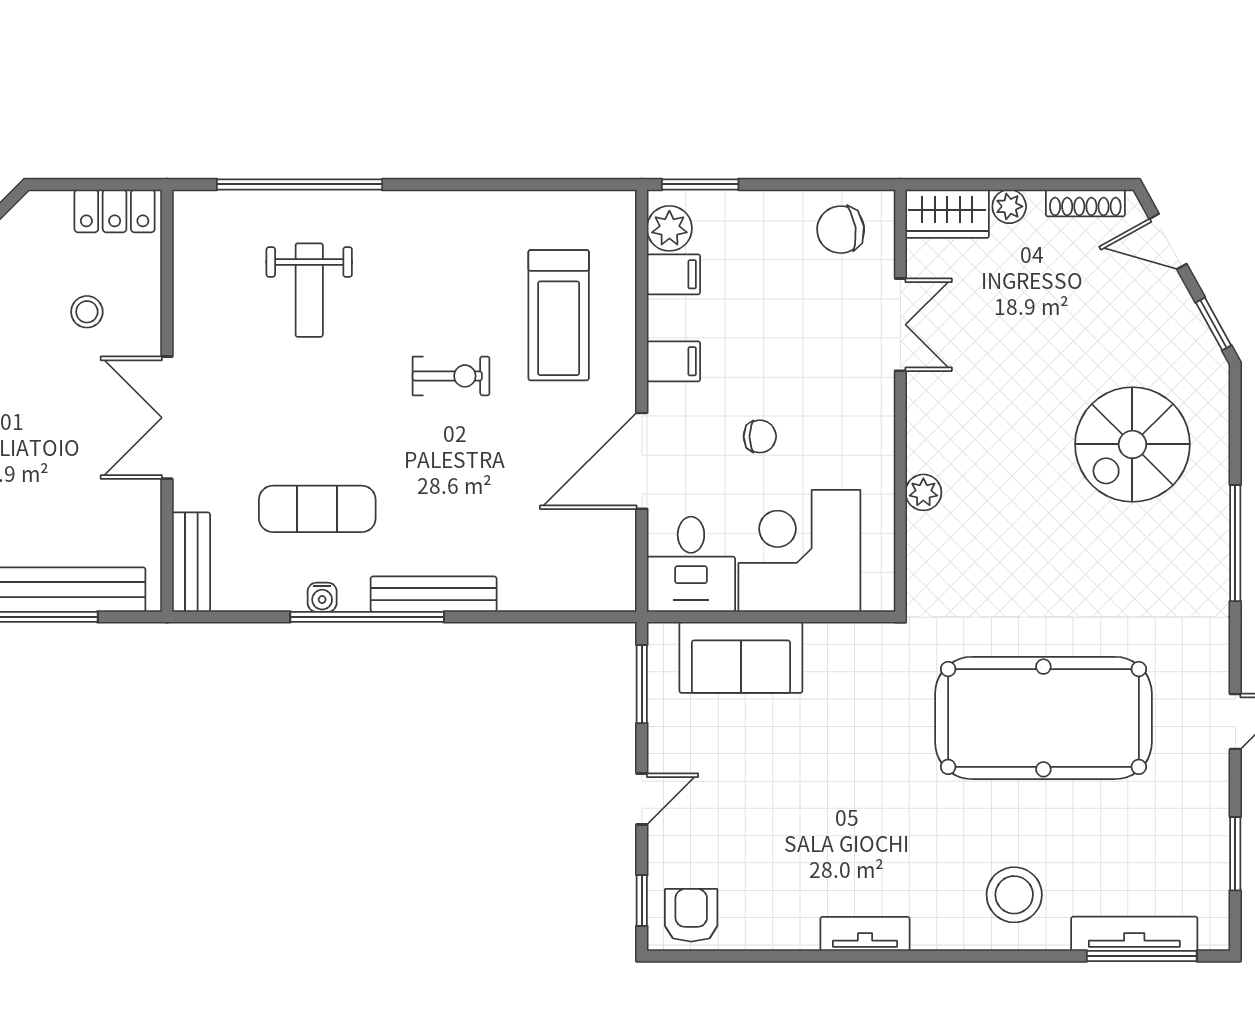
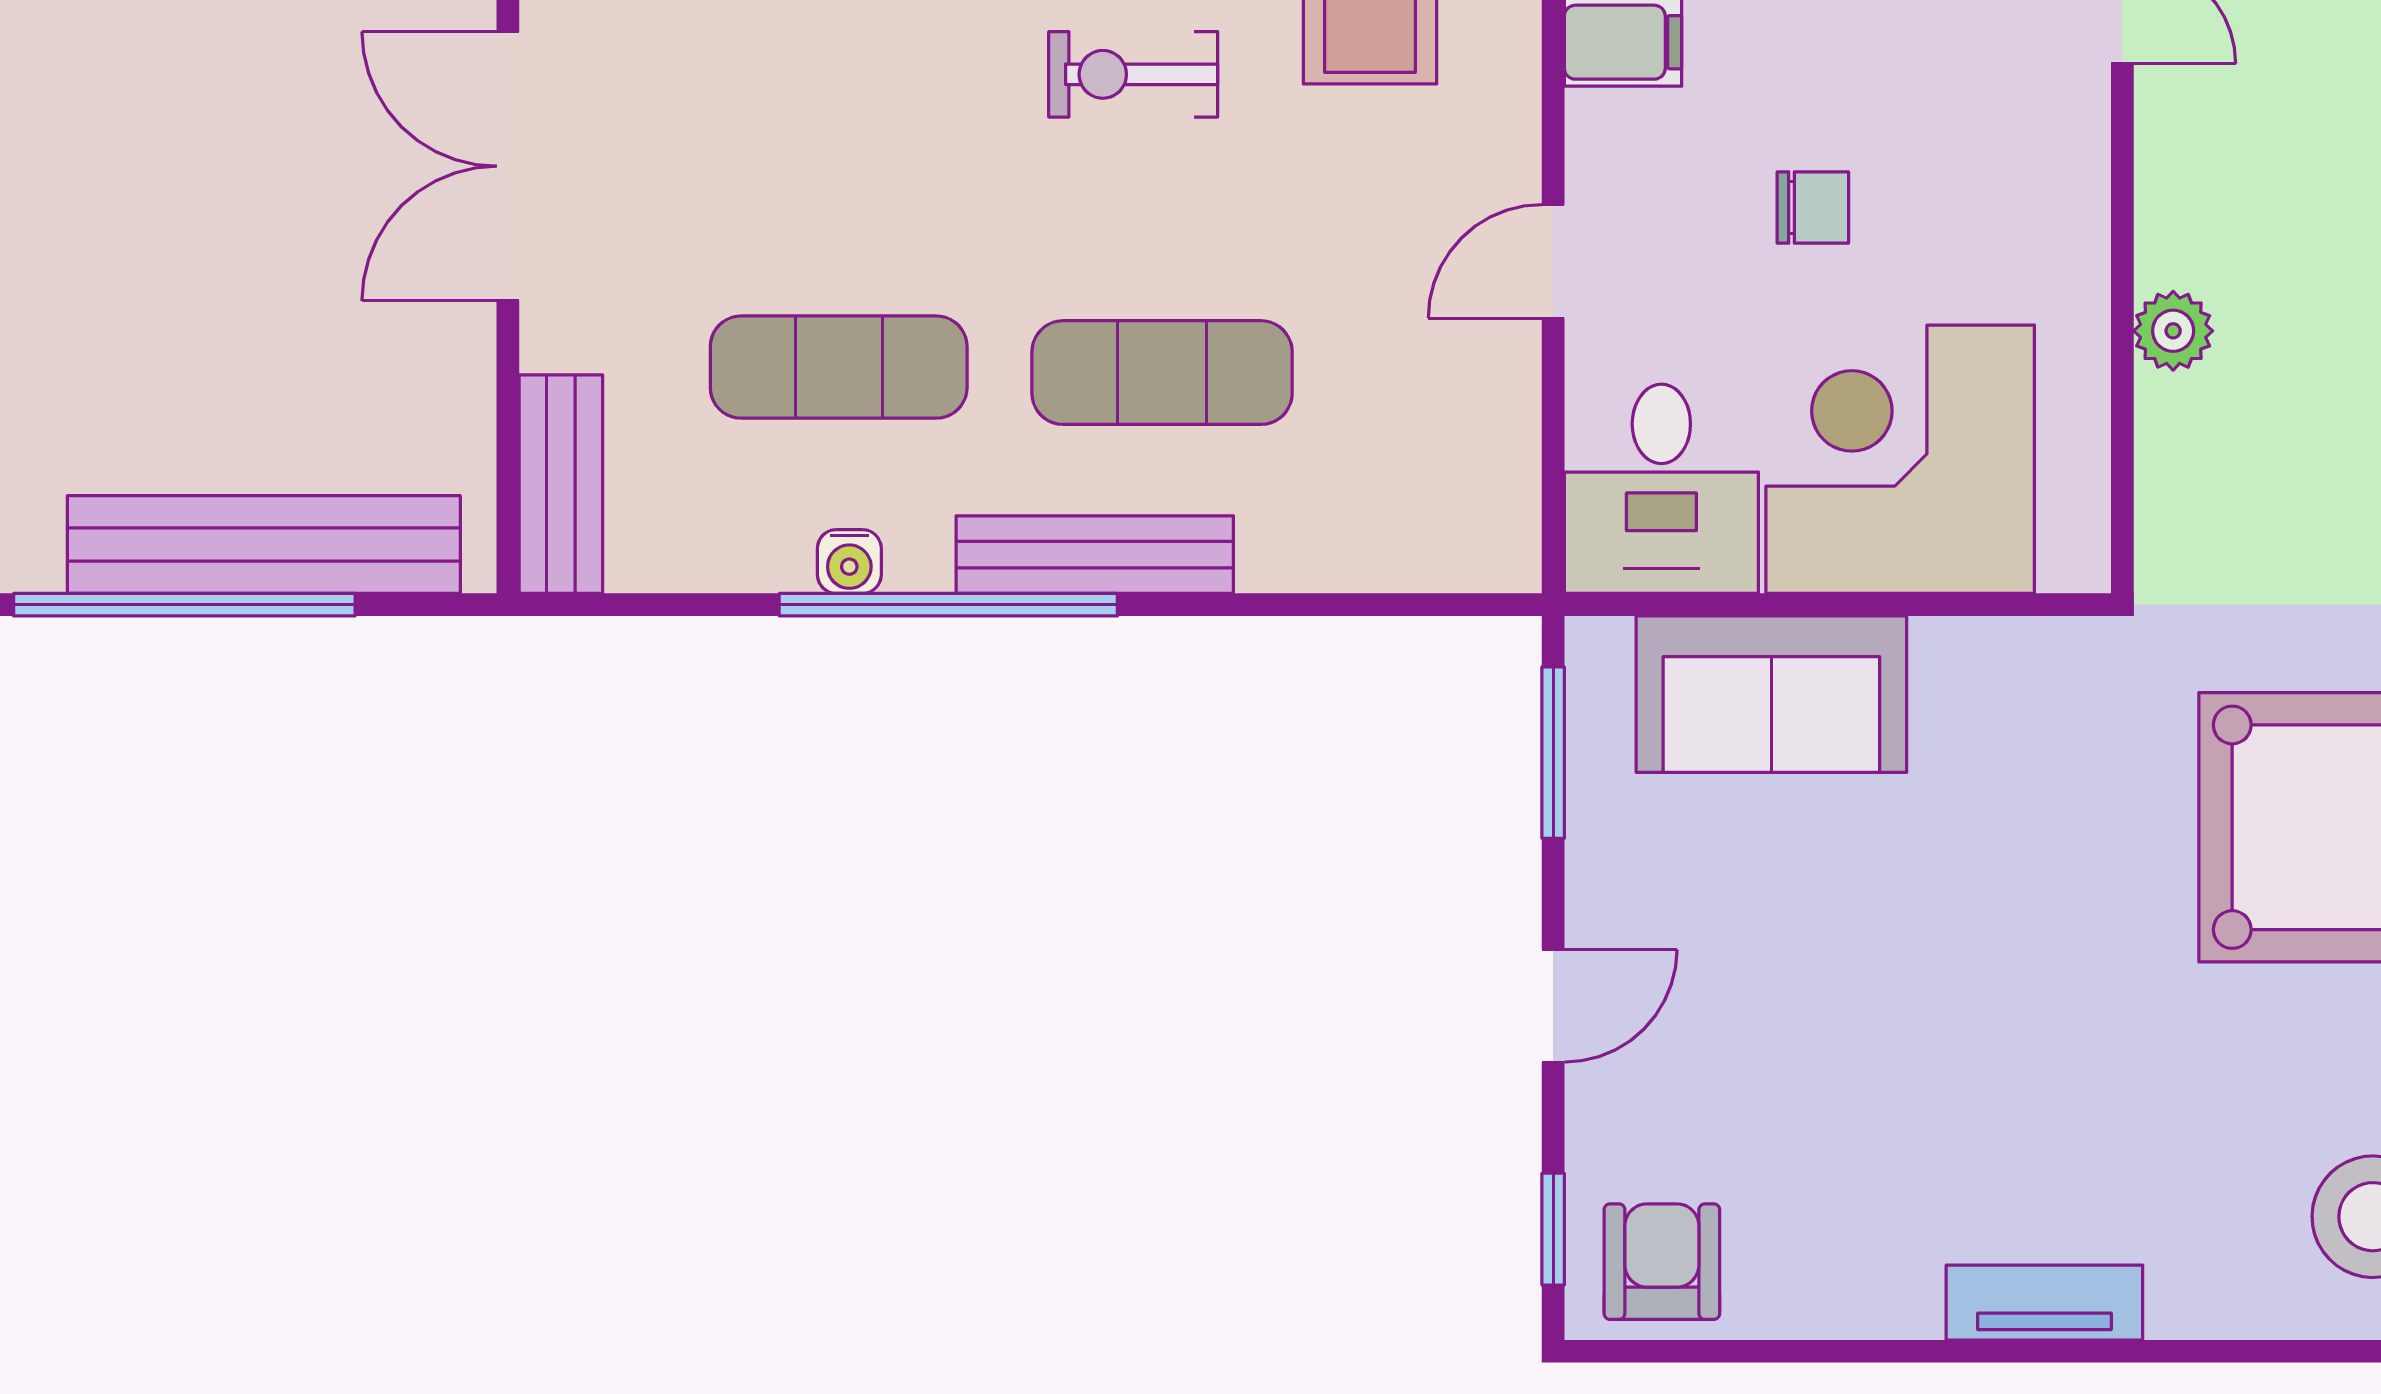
exercise bike: (451, 376) -> (1133, 74), turned 180
door: (642, 461) -> (1553, 261), width x0.53
exercise mat: (464, 511) -> (1162, 373), added

